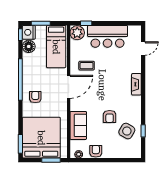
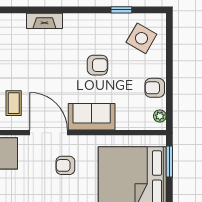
armchair: (35, 97) -> (65, 165), moved
sofa: (78, 125) -> (92, 117), moved
side table: (127, 131) -> (141, 38), moved

